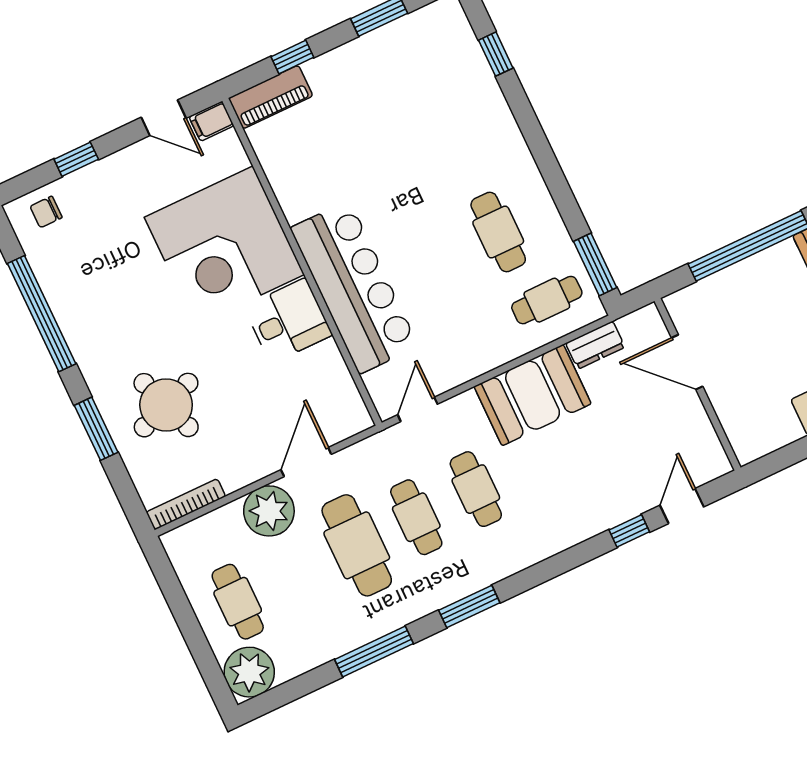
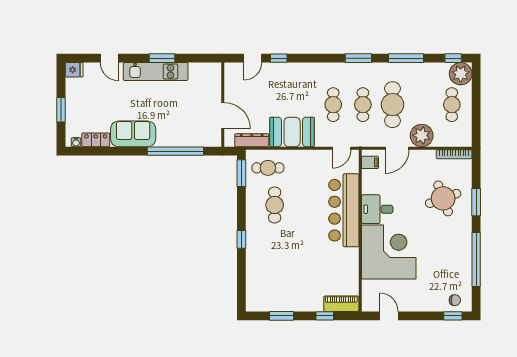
window: (496, 54) -> (241, 239), moved
filing cabinet: (212, 121) -> (370, 162), moved
window: (76, 159) -> (453, 316), moved
dresser: (595, 345) -> (252, 140), width x1.44
window: (279, 696) -> (453, 58), added

